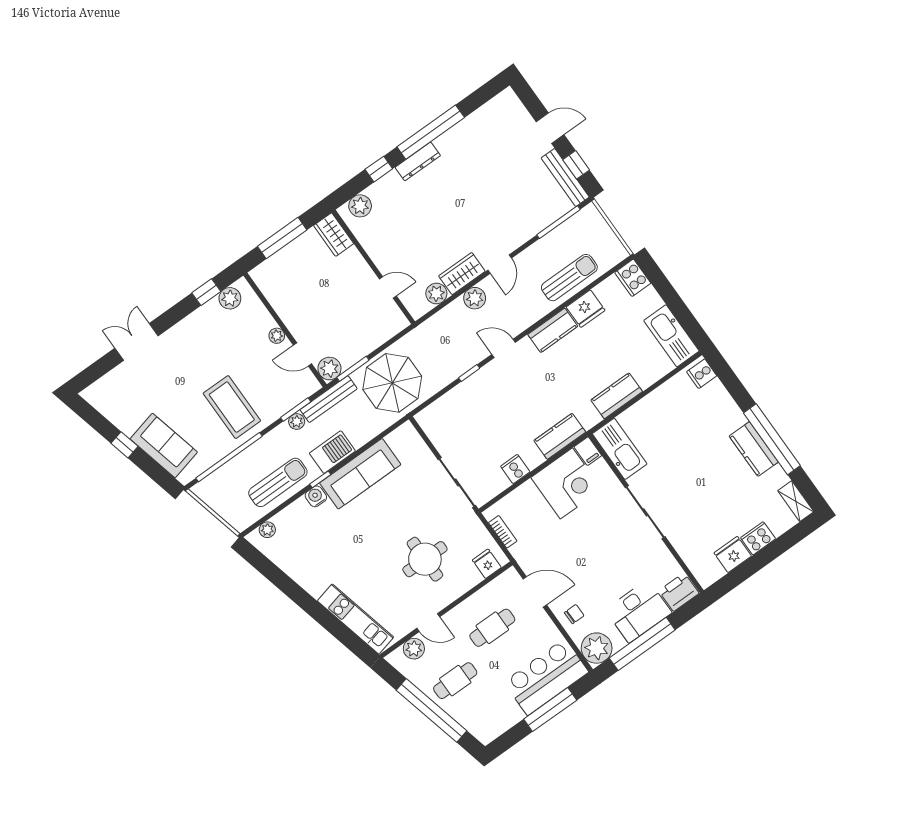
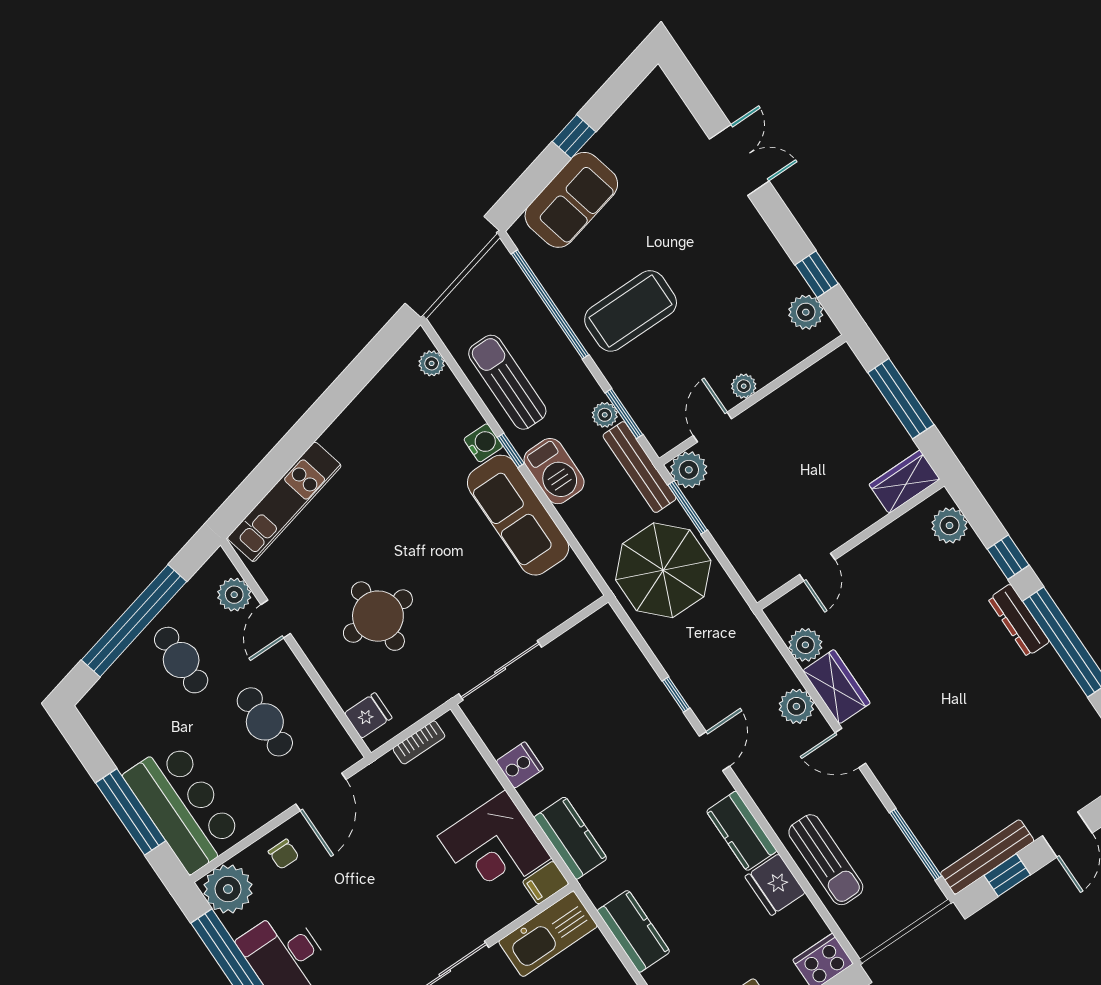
sun lounger: (278, 482) -> (507, 382), turned 180

